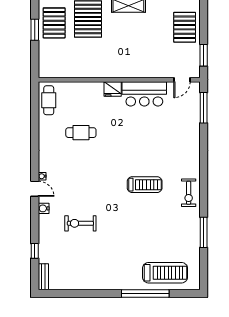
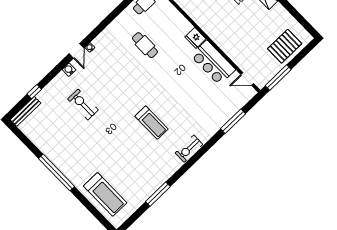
window: (204, 55) -> (278, 78), width x1.44
window: (204, 108) -> (233, 121), moved
exercise bike: (189, 193) -> (189, 149), moved
bench: (43, 277) -> (26, 111), width x1.36
window: (145, 293) -> (56, 172), moved

